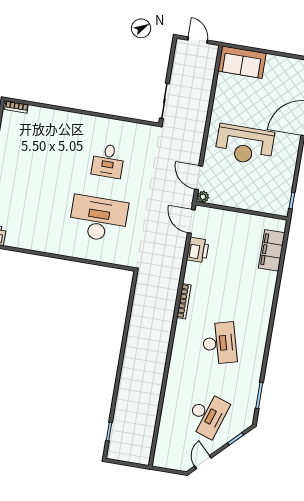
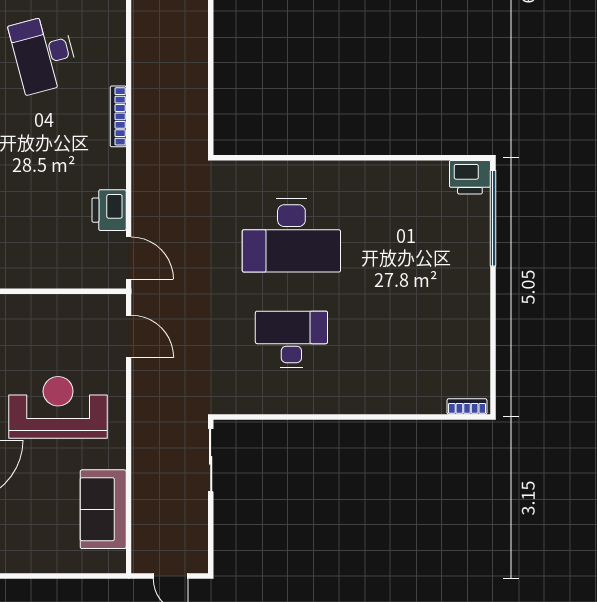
sofa: (242, 62) -> (103, 509), moved, turned -90
desk: (108, 161) -> (291, 339), width x1.37
plant: (203, 197) -> (116, 304), removed

